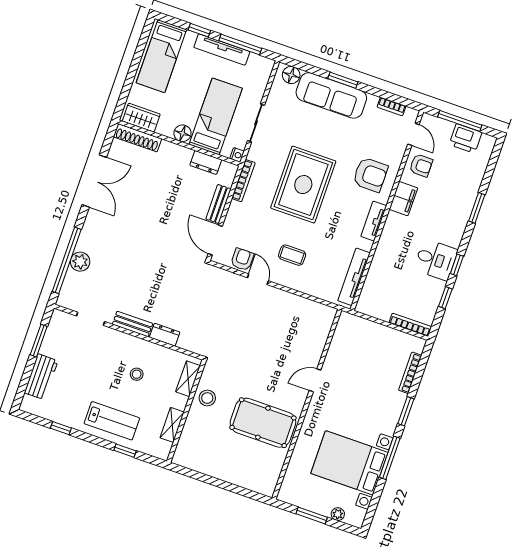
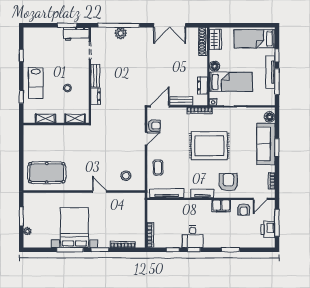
armchair: (370, 175) -> (228, 182), turned 180
coffee table: (292, 255) -> (158, 168), moved
workbench: (41, 377) -> (76, 34), moved
stool: (207, 398) -> (126, 176), moved
pool table: (263, 423) -> (47, 173), moved, turned 90
bed with nightstands: (349, 463) -> (74, 228), moved

